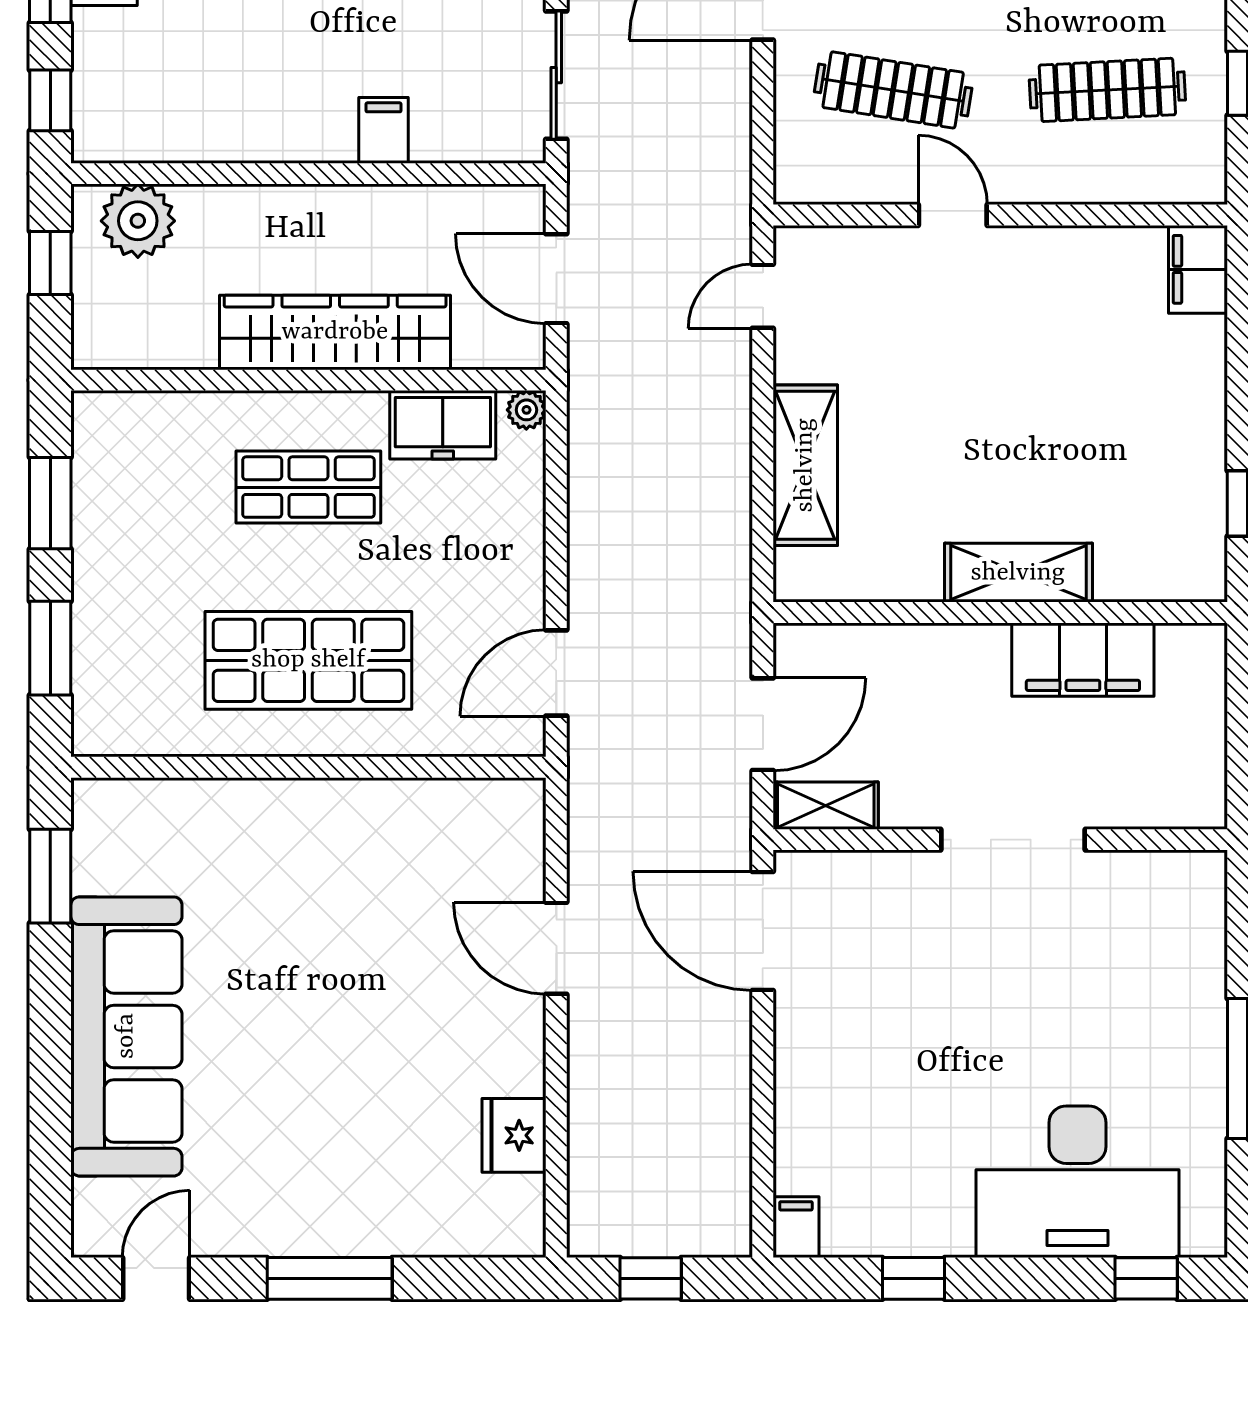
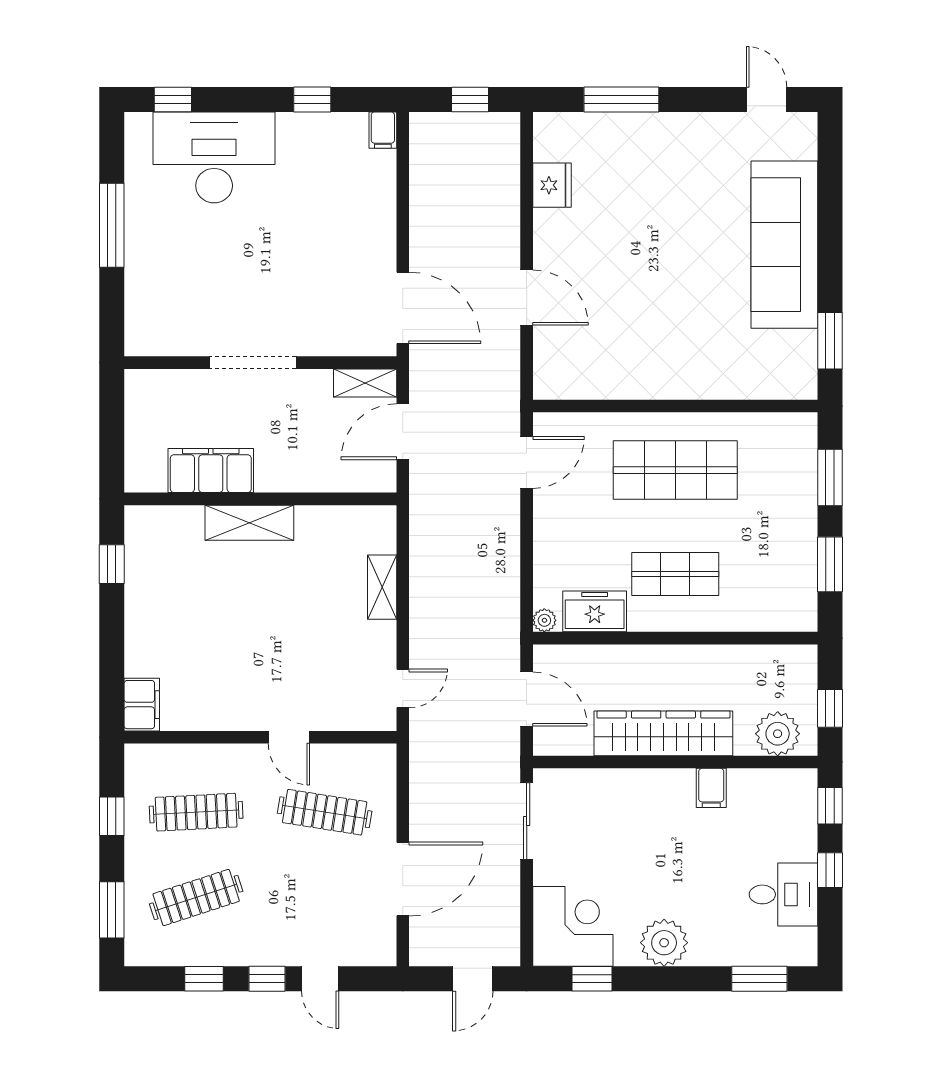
filing cabinet: (383, 130) -> (711, 788), moved
wardrobe: (335, 332) -> (663, 733), moved, turned 180
shelving: (805, 465) -> (382, 587), width x0.67, depth x0.75
door: (156, 1278) -> (767, 99), swing flipped
window: (330, 1278) -> (621, 99), moved

